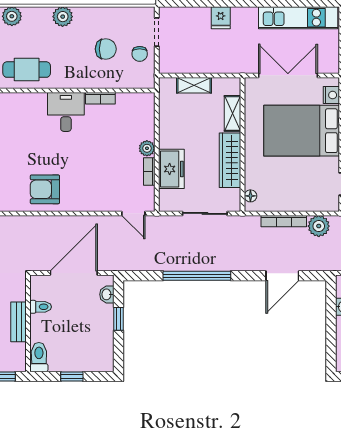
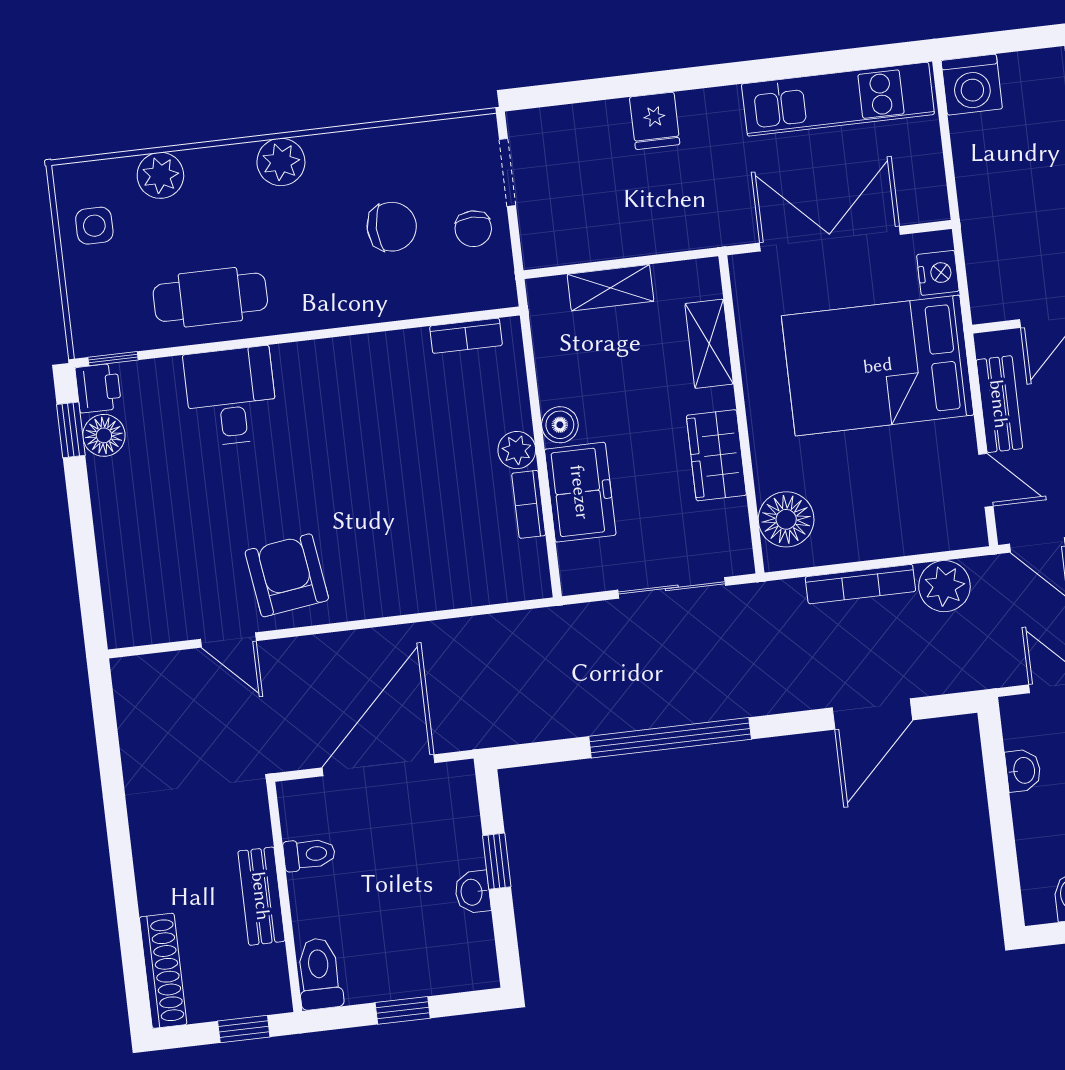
bookcase: (100, 98) -> (466, 336), moved
desk: (66, 112) -> (231, 396), moved
boiler: (166, 140) -> (560, 425), added
wardrobe: (230, 160) -> (716, 455), width x0.67
armchair: (45, 189) -> (287, 575), turned 82
floor lamp: (250, 196) -> (786, 519), width x1.89, depth x1.89
door: (133, 213) -> (228, 640), moved
washbasin: (107, 294) -> (473, 892), moved

